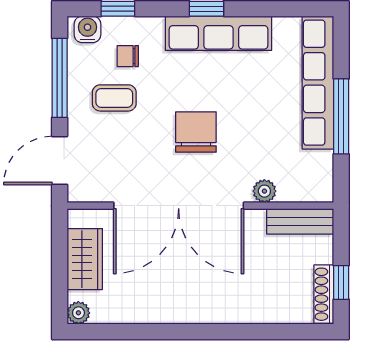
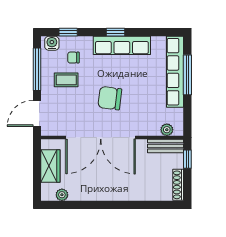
window: (341, 116) -> (187, 75), moved
chair: (196, 132) -> (110, 98), turned -83
plant: (264, 191) -> (167, 130), moved
window: (341, 282) -> (187, 159), moved
plant: (78, 313) -> (62, 195), moved

